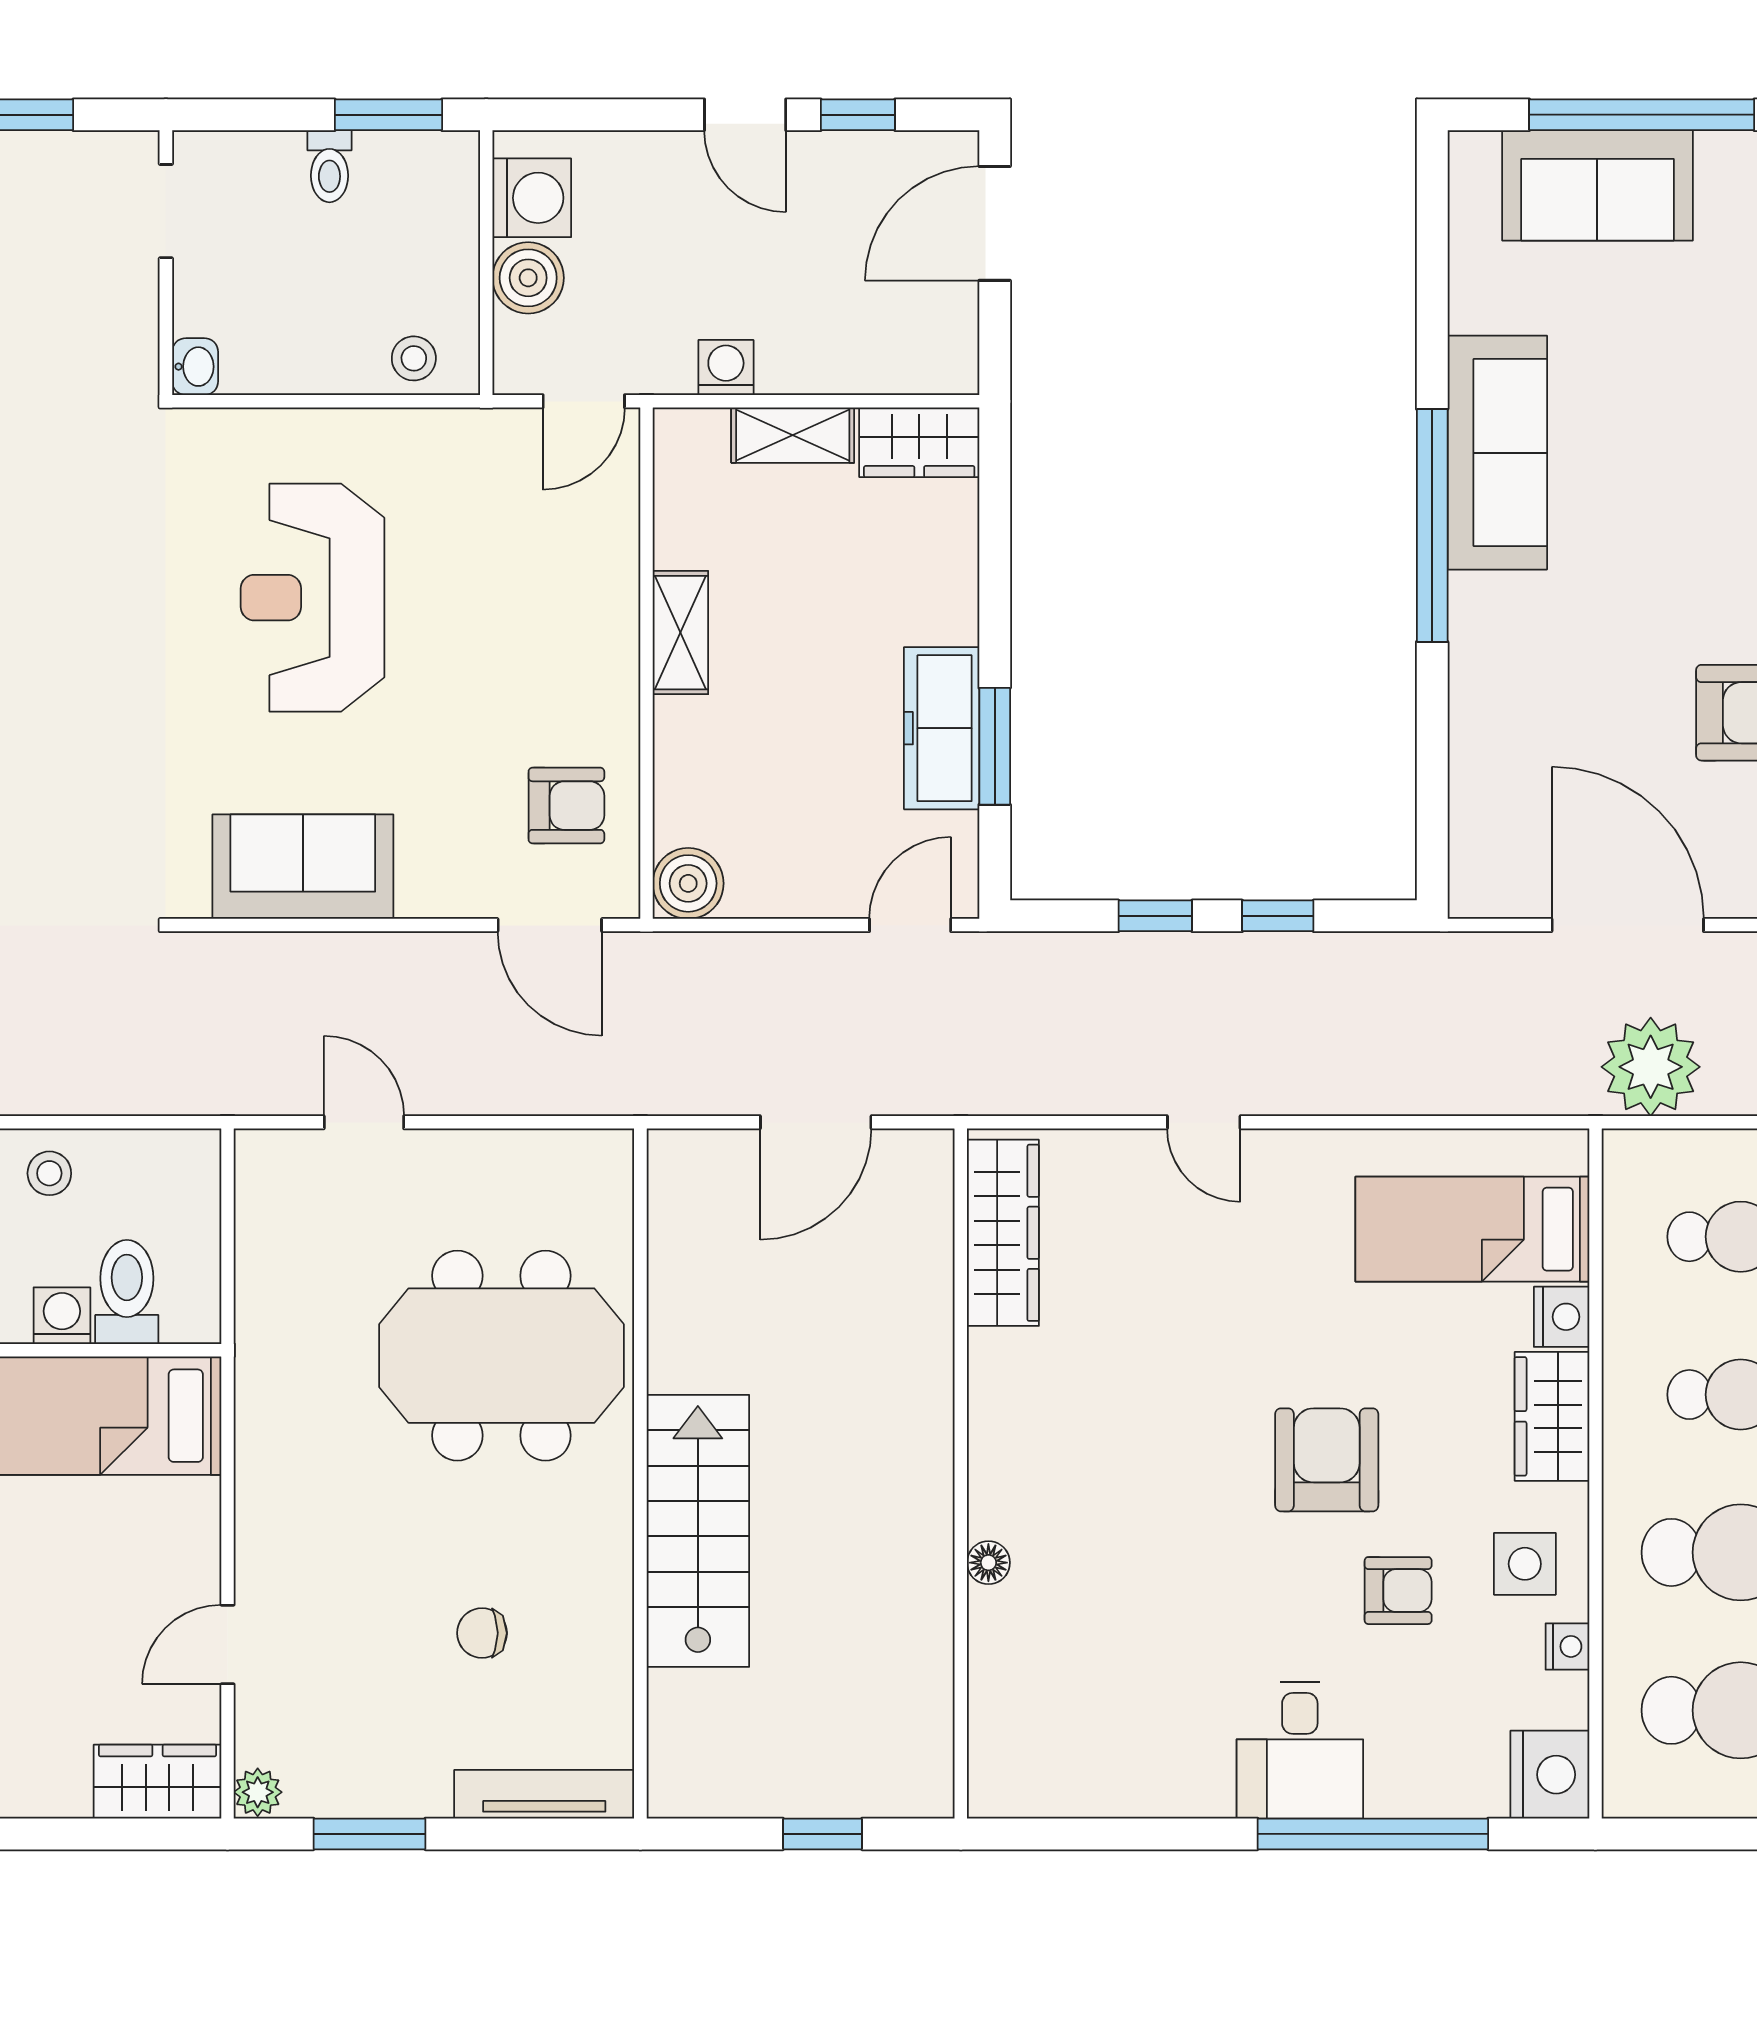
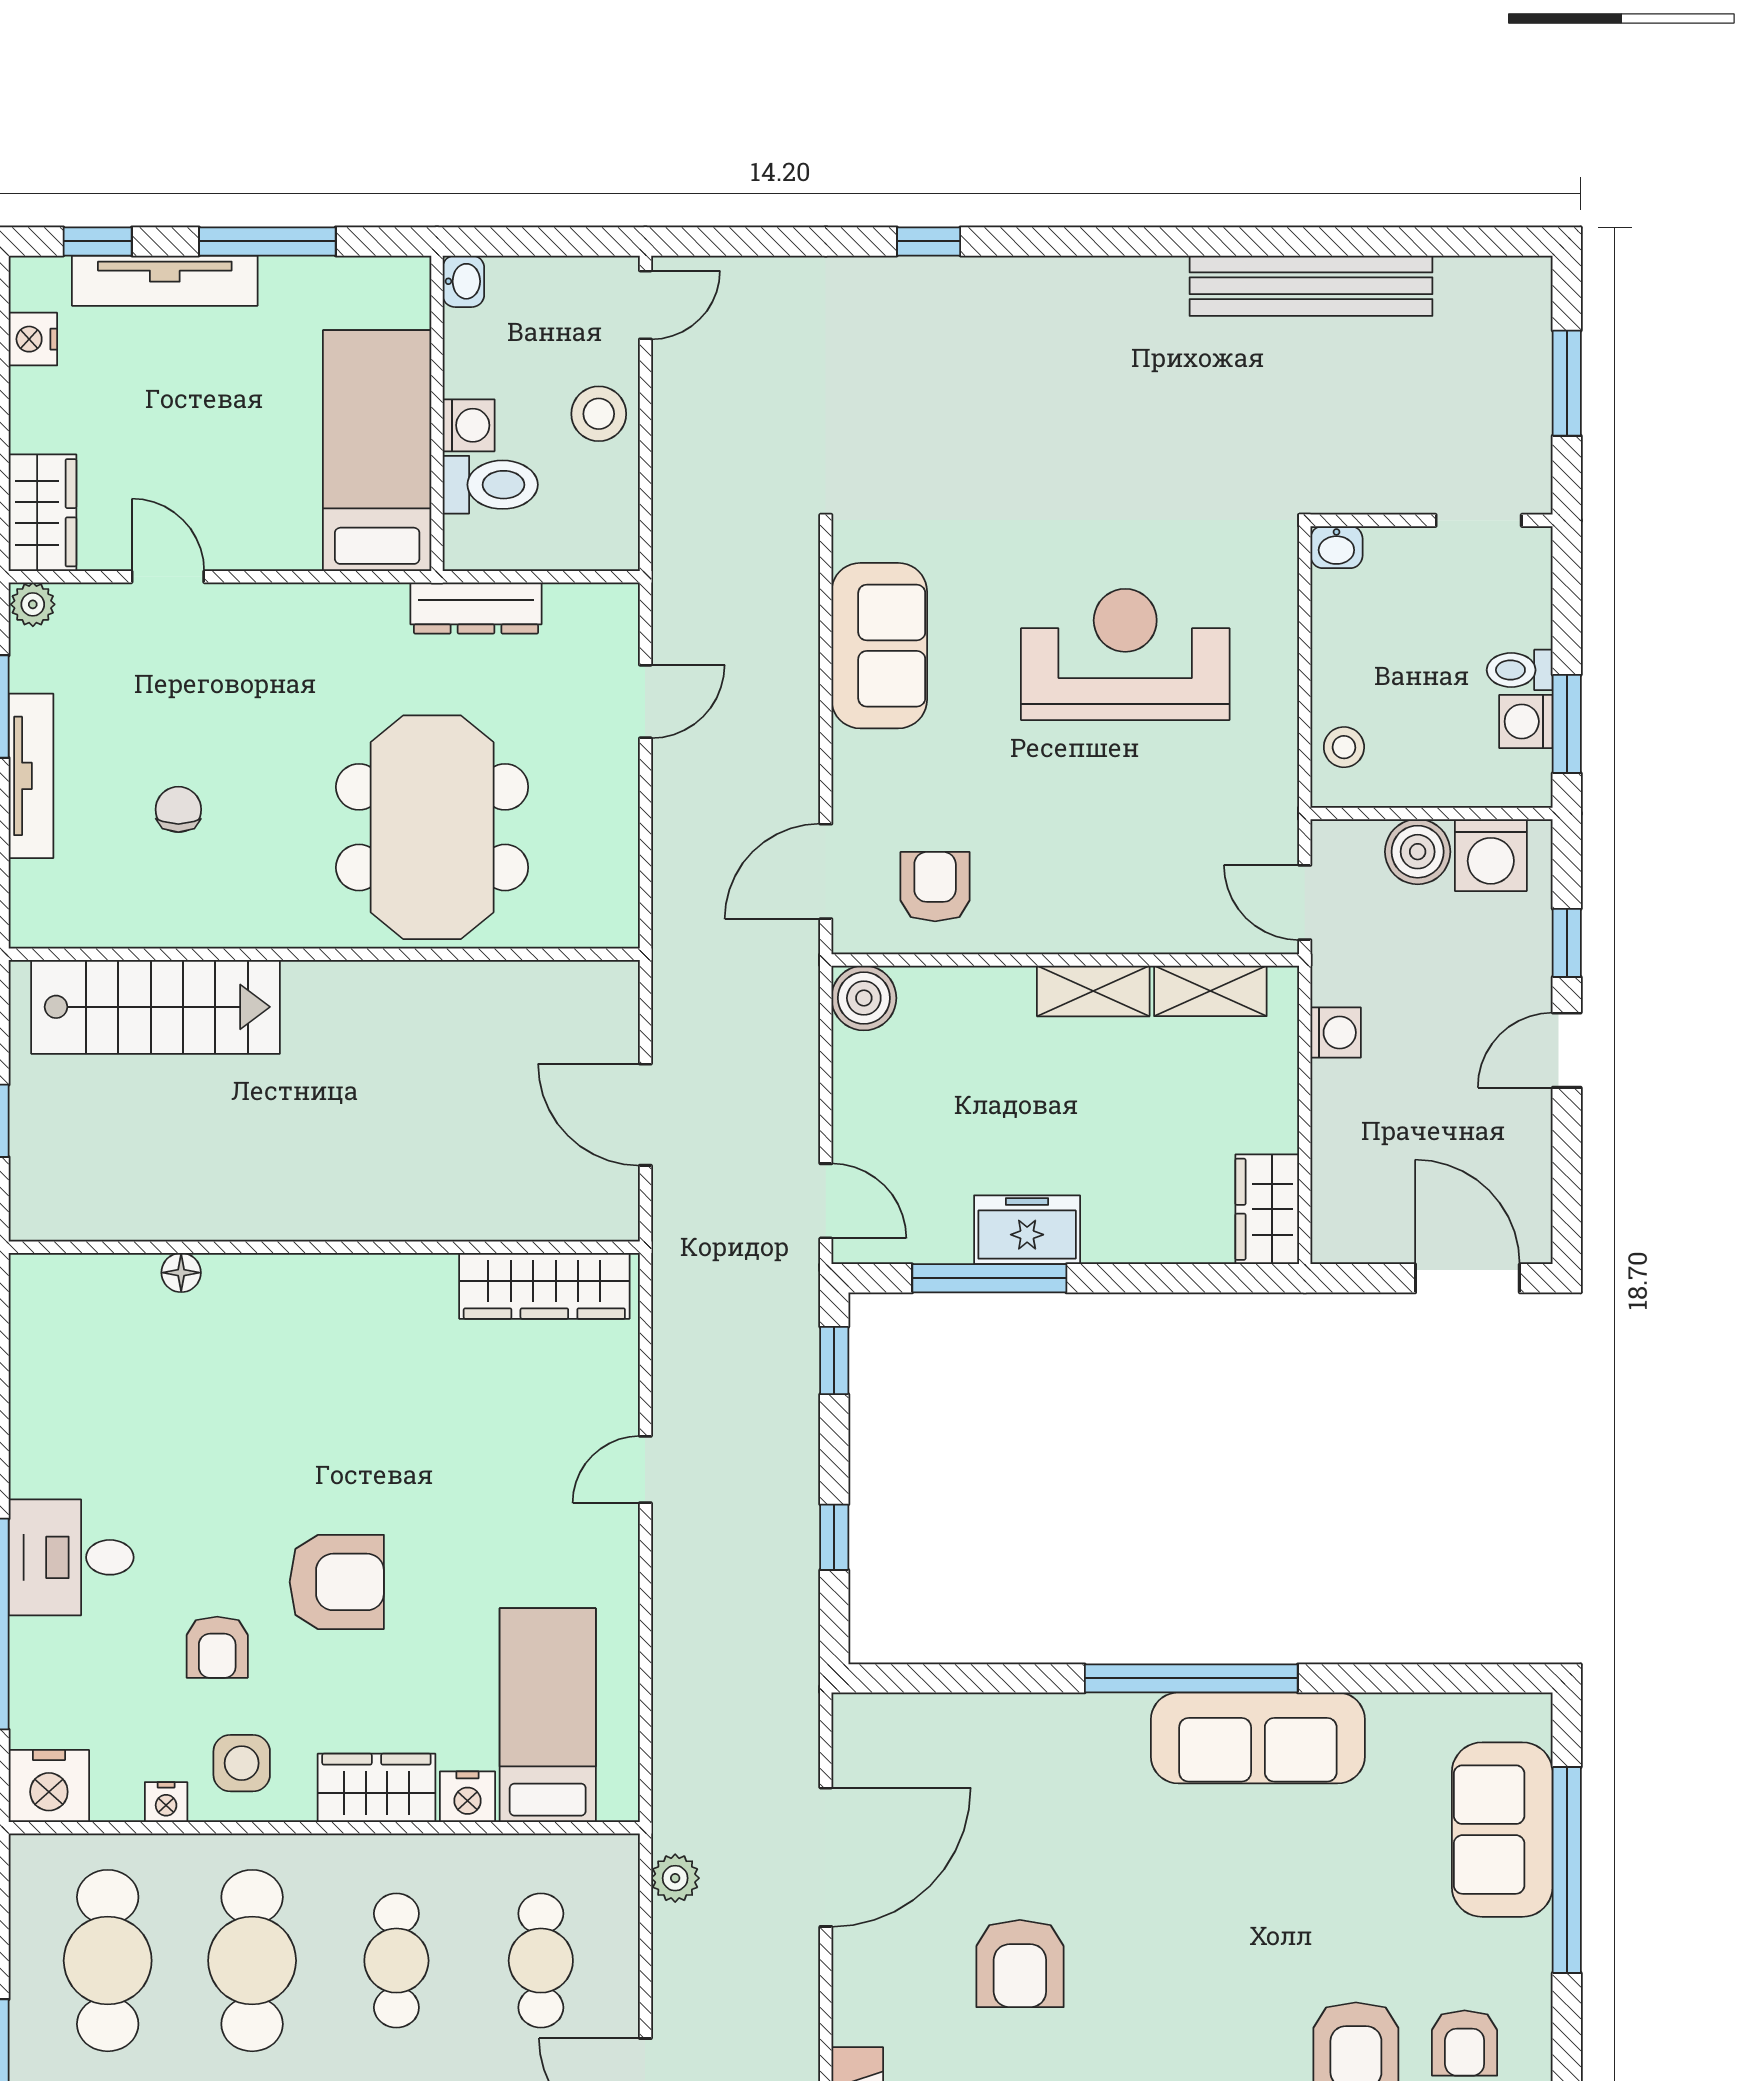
window: (858, 115) -> (1567, 943), moved
washing machine: (386, 159) -> (1526, 721), added
shelving: (793, 435) -> (1210, 991), moved, turned 90
freezer: (942, 728) -> (1027, 1230), width x0.71
window: (995, 746) -> (989, 1278), width x1.44
armchair: (566, 806) -> (935, 887), turned 180
window: (1155, 916) -> (834, 1361), moved
plant: (1651, 1067) -> (675, 1878), width x0.53, depth x0.53
stool: (49, 1173) -> (599, 414), width x1.37, depth x1.37
dresser: (262, 1308) -> (476, 608), added
stairs: (698, 1531) -> (156, 1007), moved
floor lamp: (988, 1563) -> (181, 1273), moved
tv unit: (544, 1794) -> (31, 776), moved

